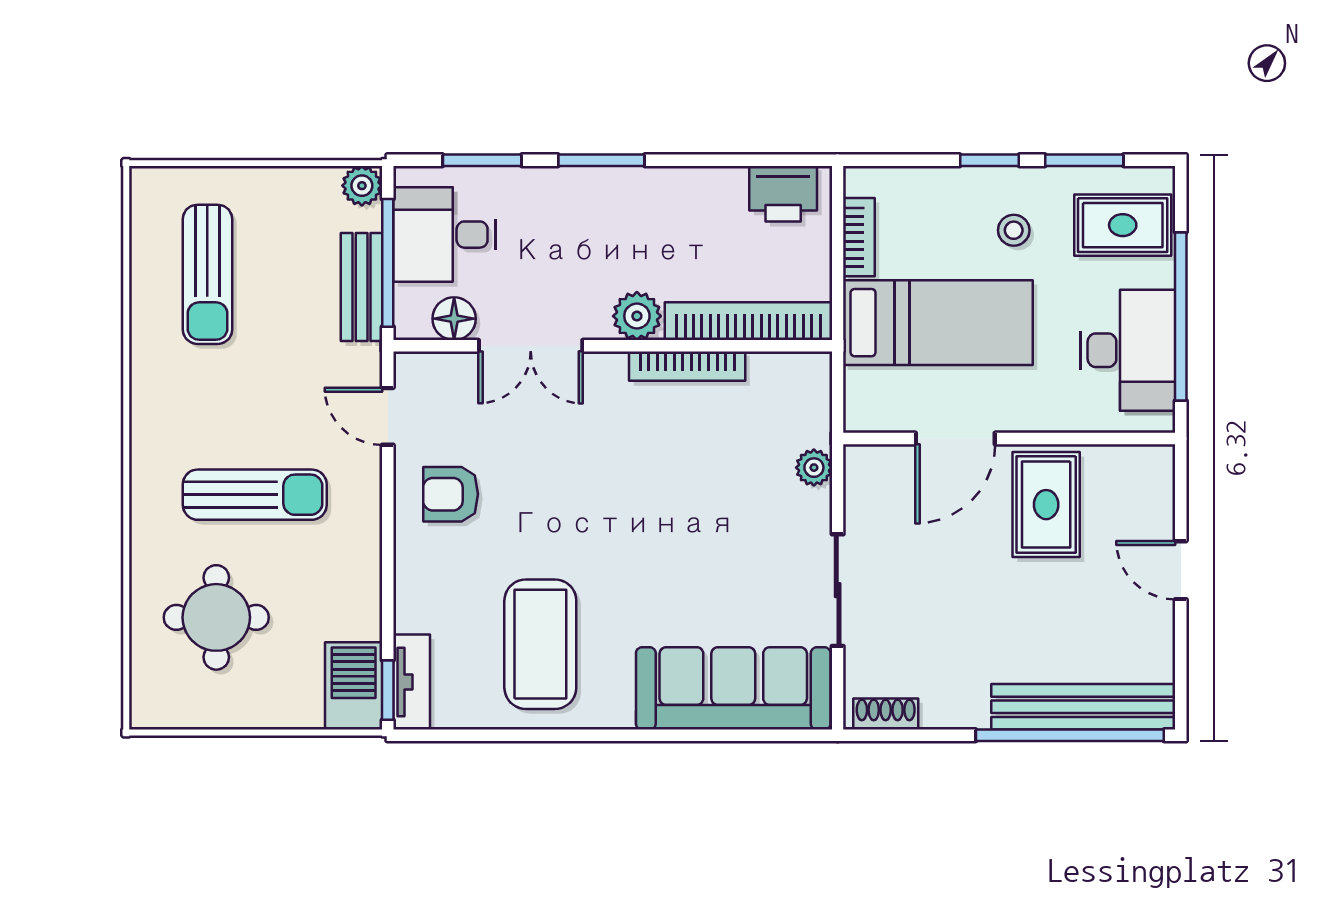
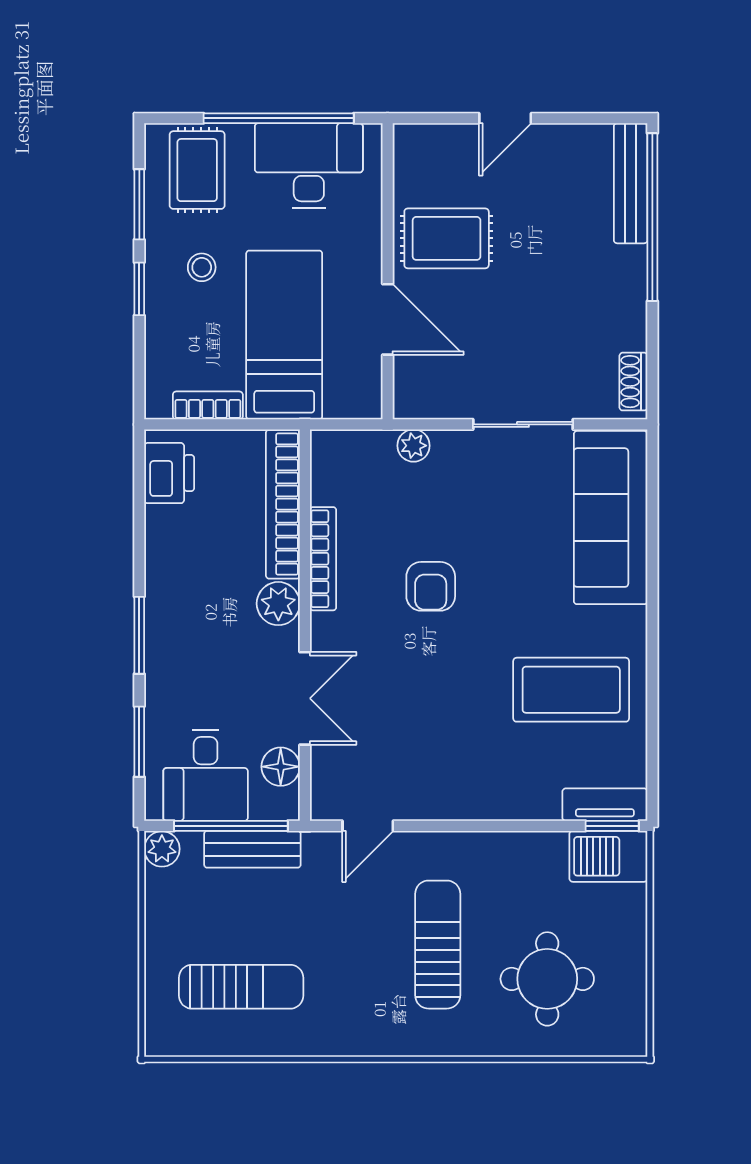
armchair: (451, 494) -> (431, 586), moved
bench: (1083, 707) -> (631, 183), width x0.73, depth x0.82

